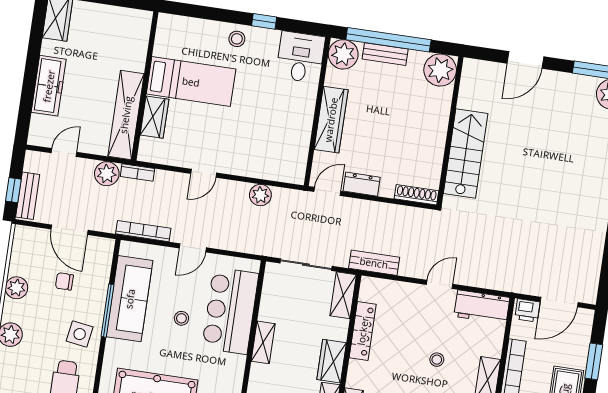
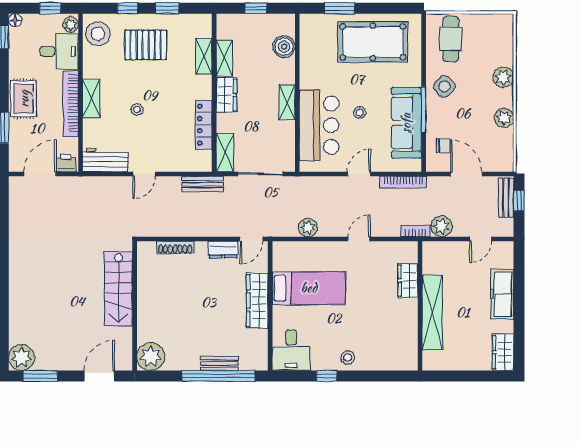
plant: (343, 54) -> (255, 358), removed
plant: (440, 70) -> (151, 357), moved
bed: (191, 82) -> (309, 288), moved, turned 180
shelving: (126, 115) -> (432, 313), moved
wall: (450, 131) -> (135, 306), moved
stairs: (466, 154) -> (119, 289), moved
chair: (64, 281) -> (443, 146), moved
side table: (80, 334) -> (444, 86), turned 37

